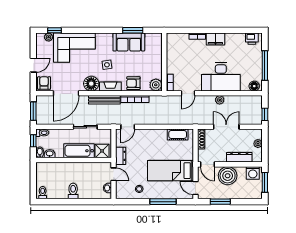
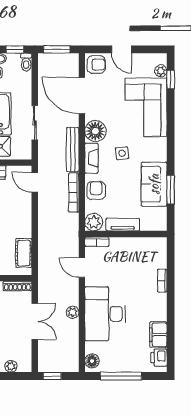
filing cabinet: (215, 39) -> (158, 335), moved
tv unit: (158, 64) -> (123, 225), added

